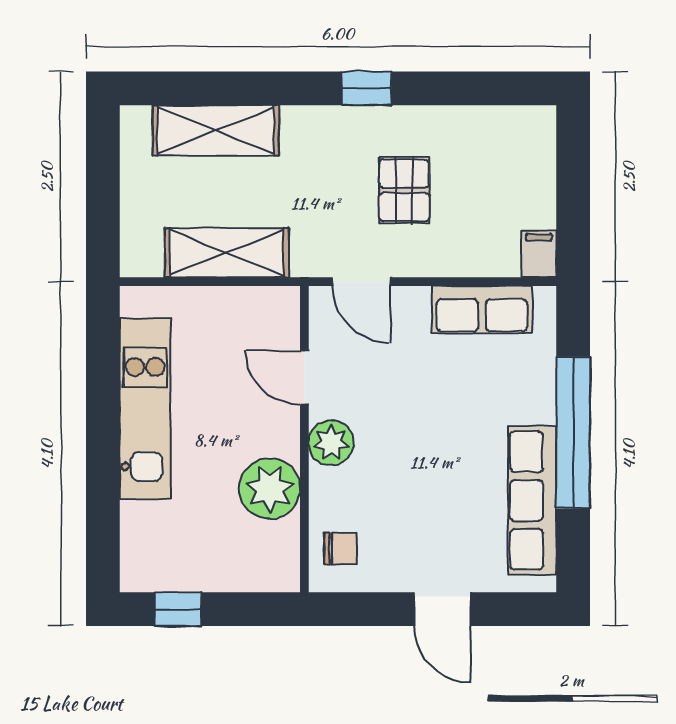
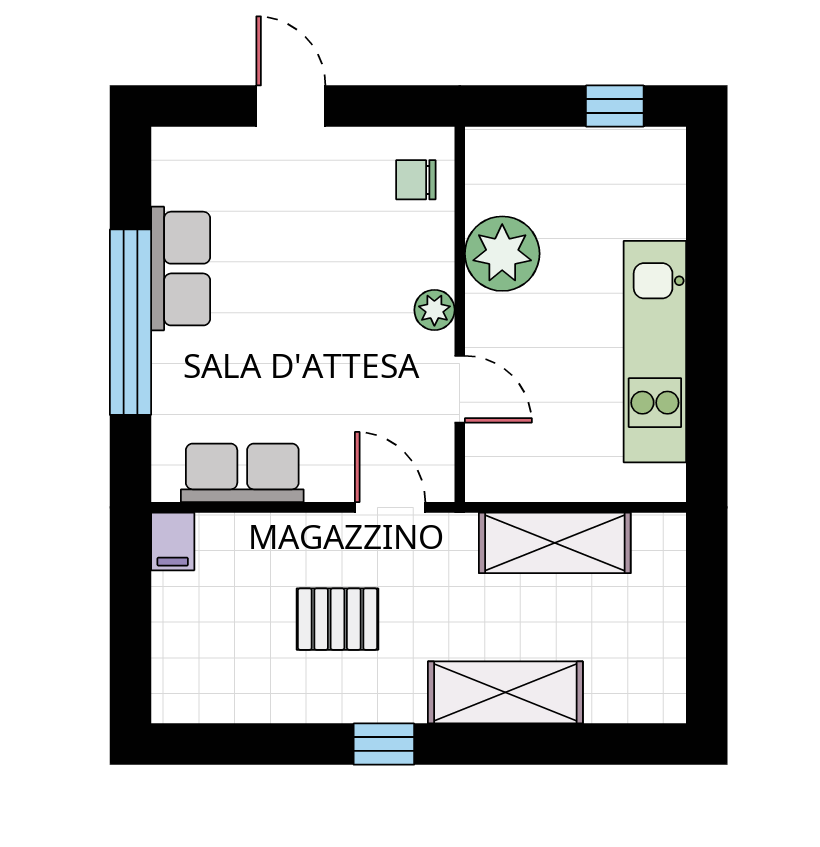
shelving: (216, 131) -> (505, 692), moved
pallet: (404, 190) -> (337, 619), turned 90
plant: (331, 443) -> (434, 310), width x0.73, depth x0.73
row of seats: (532, 501) -> (181, 269), width x0.68

